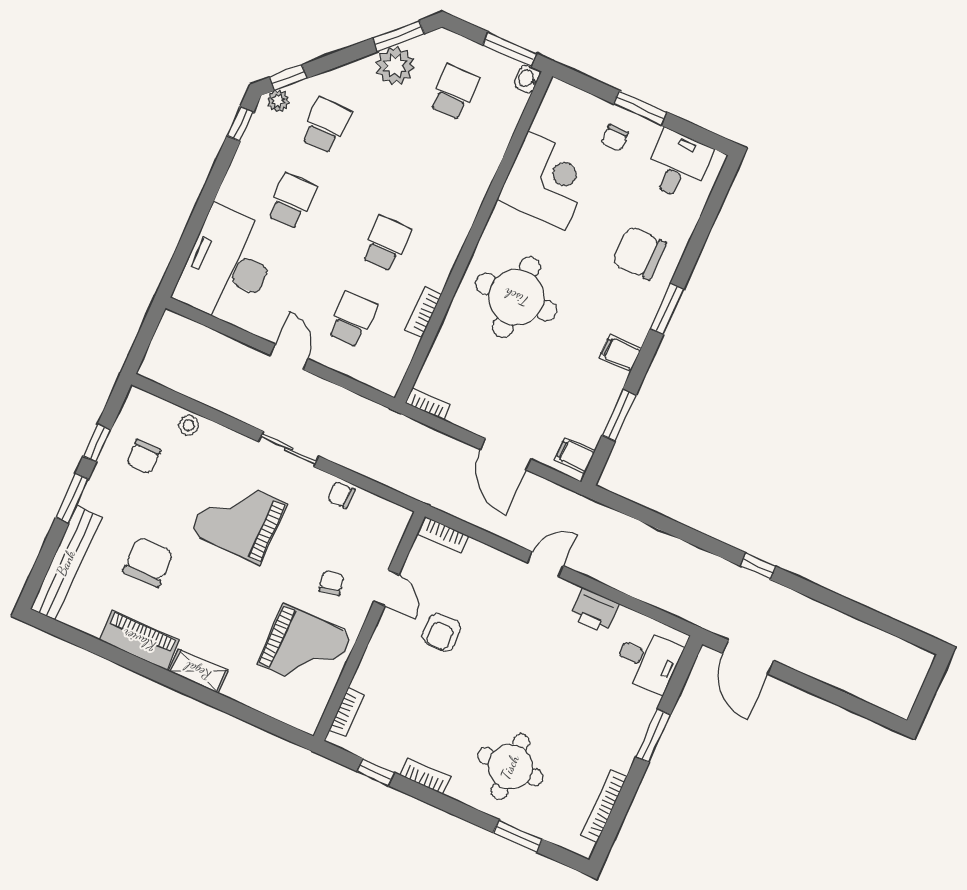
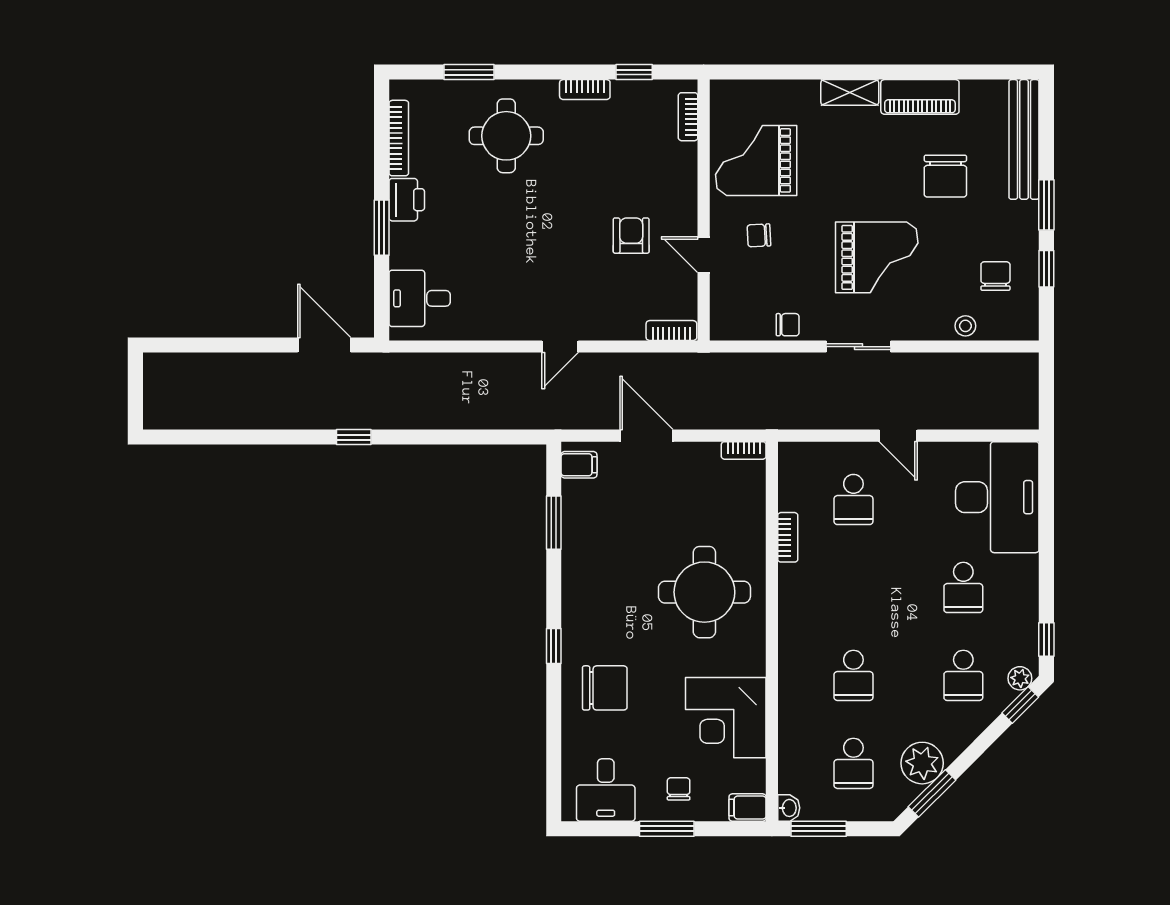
school desk: (386, 243) -> (853, 675), moved
window: (667, 309) -> (554, 646), width x0.67
filing cabinet: (620, 353) -> (748, 808), moved, turned 180
chair: (331, 583) -> (759, 235), turned 98
printer: (594, 611) -> (407, 200), moved, turned 90

